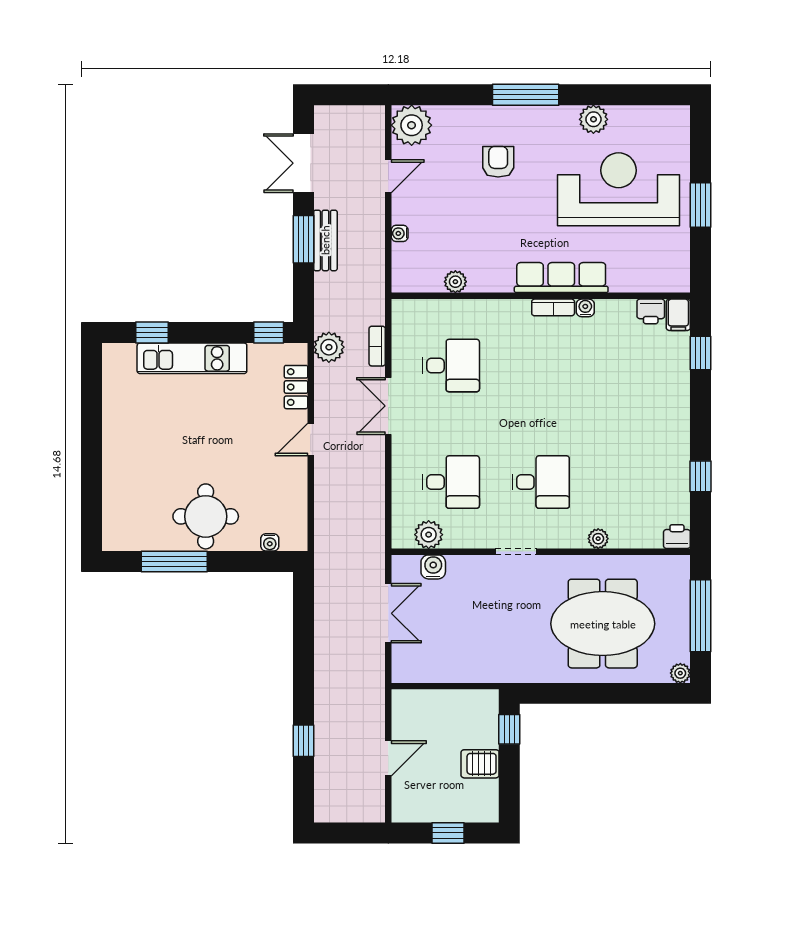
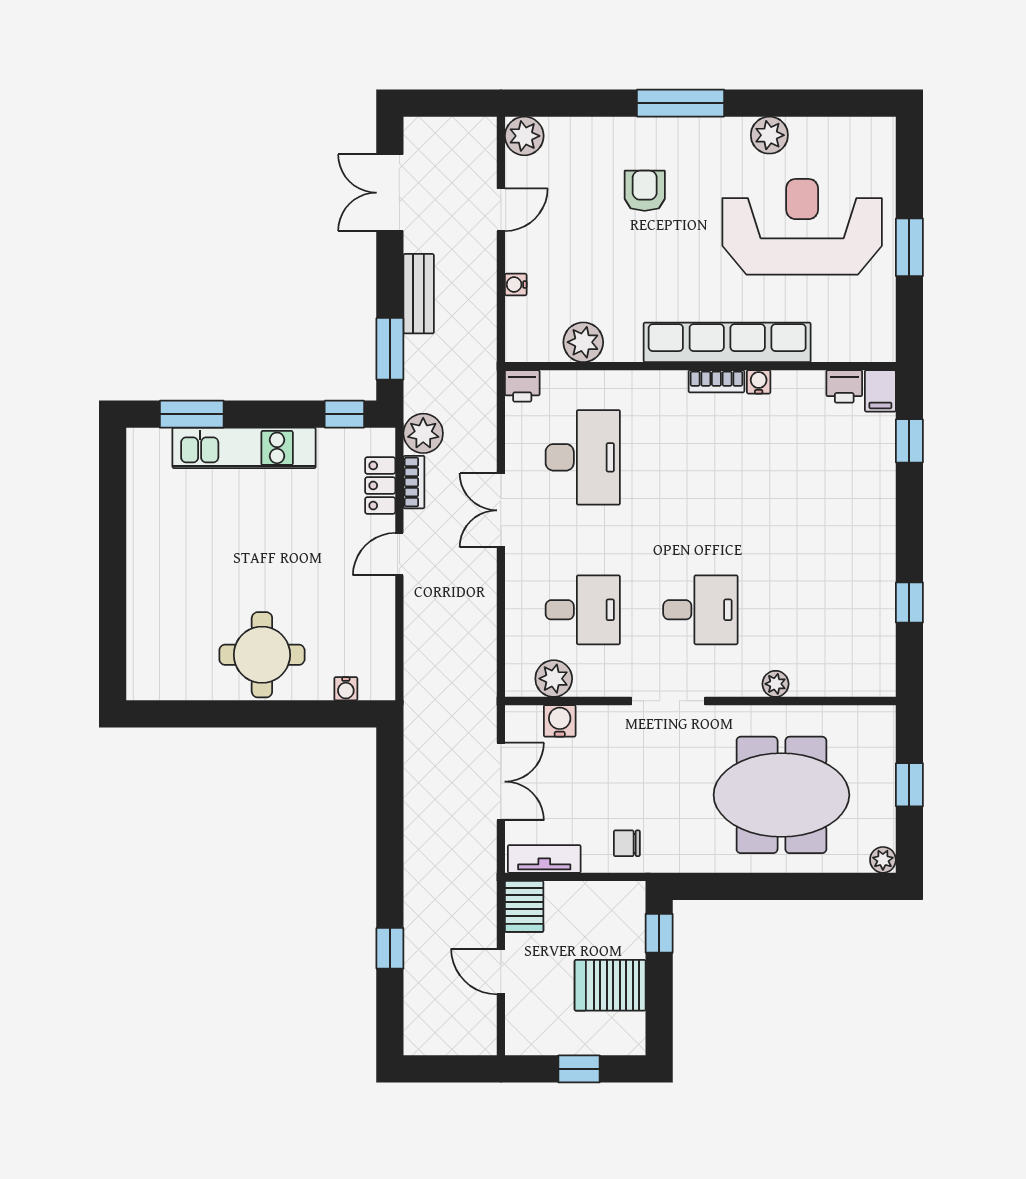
plant: (412, 125) -> (524, 136), width x0.73, depth x0.73
window: (303, 239) -> (390, 349), moved
row of seats: (561, 278) -> (727, 342), width x1.36
plant: (455, 282) -> (583, 342), width x1.38, depth x1.38
window: (152, 333) -> (192, 414), width x1.50
bookcase: (377, 346) -> (414, 482), moved, turned 180
desk: (451, 366) -> (583, 457), width x1.37
printer: (677, 537) -> (522, 386), moved, turned 180
doorway: (516, 552) -> (668, 701), width x1.38
window: (174, 562) -> (221, 714), removed
window: (701, 616) -> (909, 785), width x0.46
chair: (485, 660) -> (627, 843), added
tv unit: (421, 672) -> (544, 859), added
server rack: (406, 709) -> (524, 906), added
door: (388, 758) -> (501, 971), swing flipped
server rack: (480, 764) -> (610, 985), width x1.36, depth x1.44

